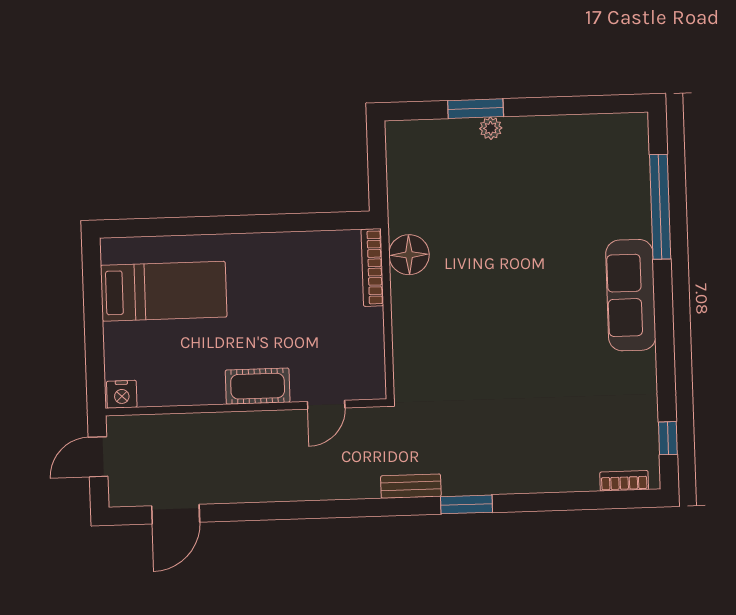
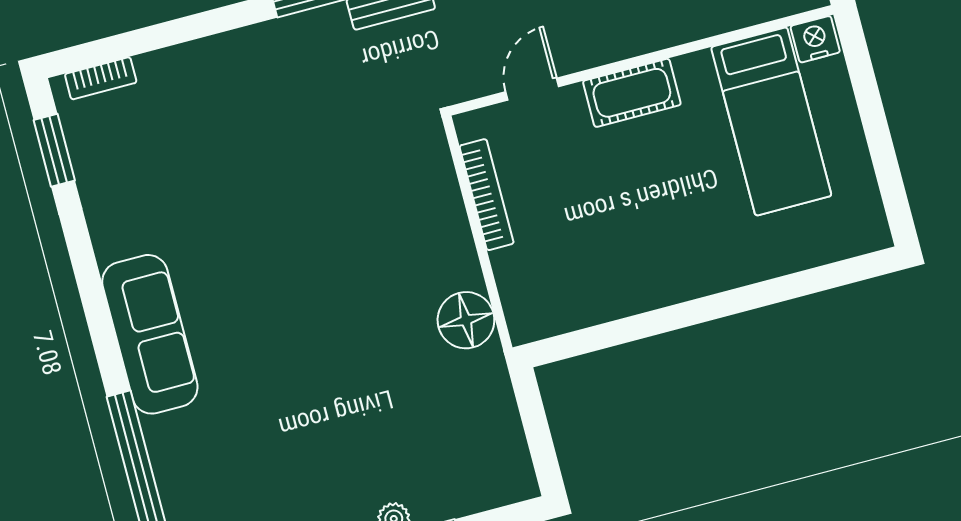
bookcase: (372, 267) -> (487, 195), moved
bed: (164, 291) -> (771, 121), moved, turned -90
window: (668, 438) -> (54, 150), width x1.50

